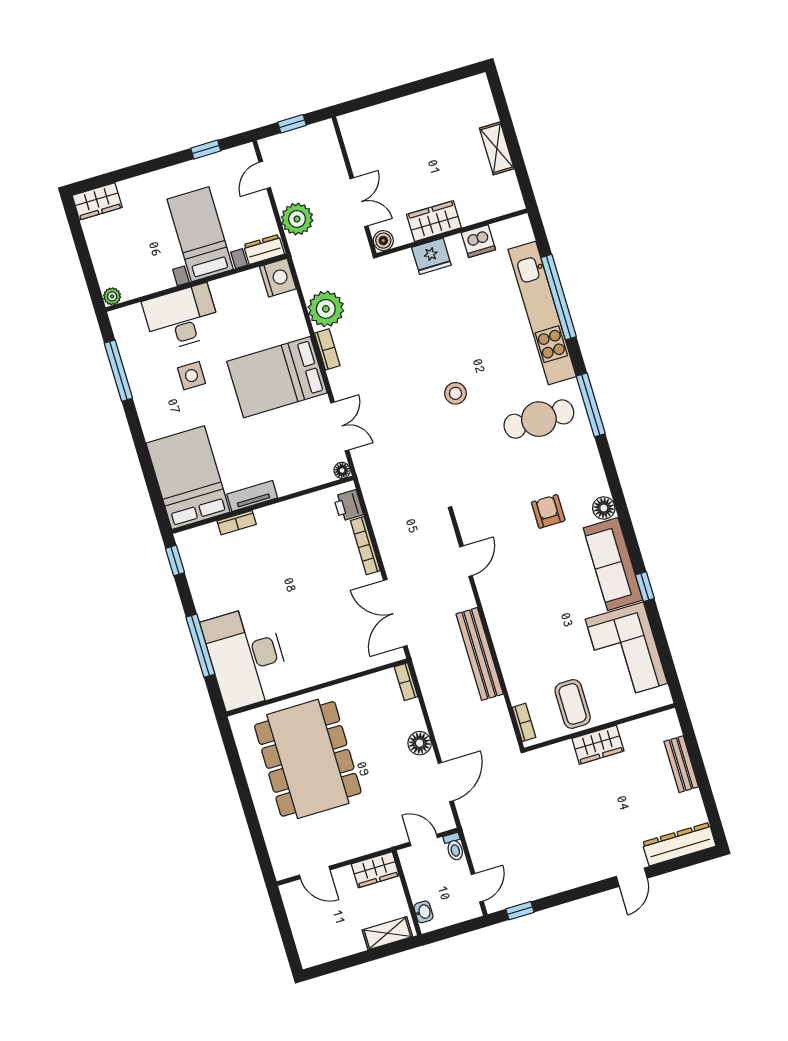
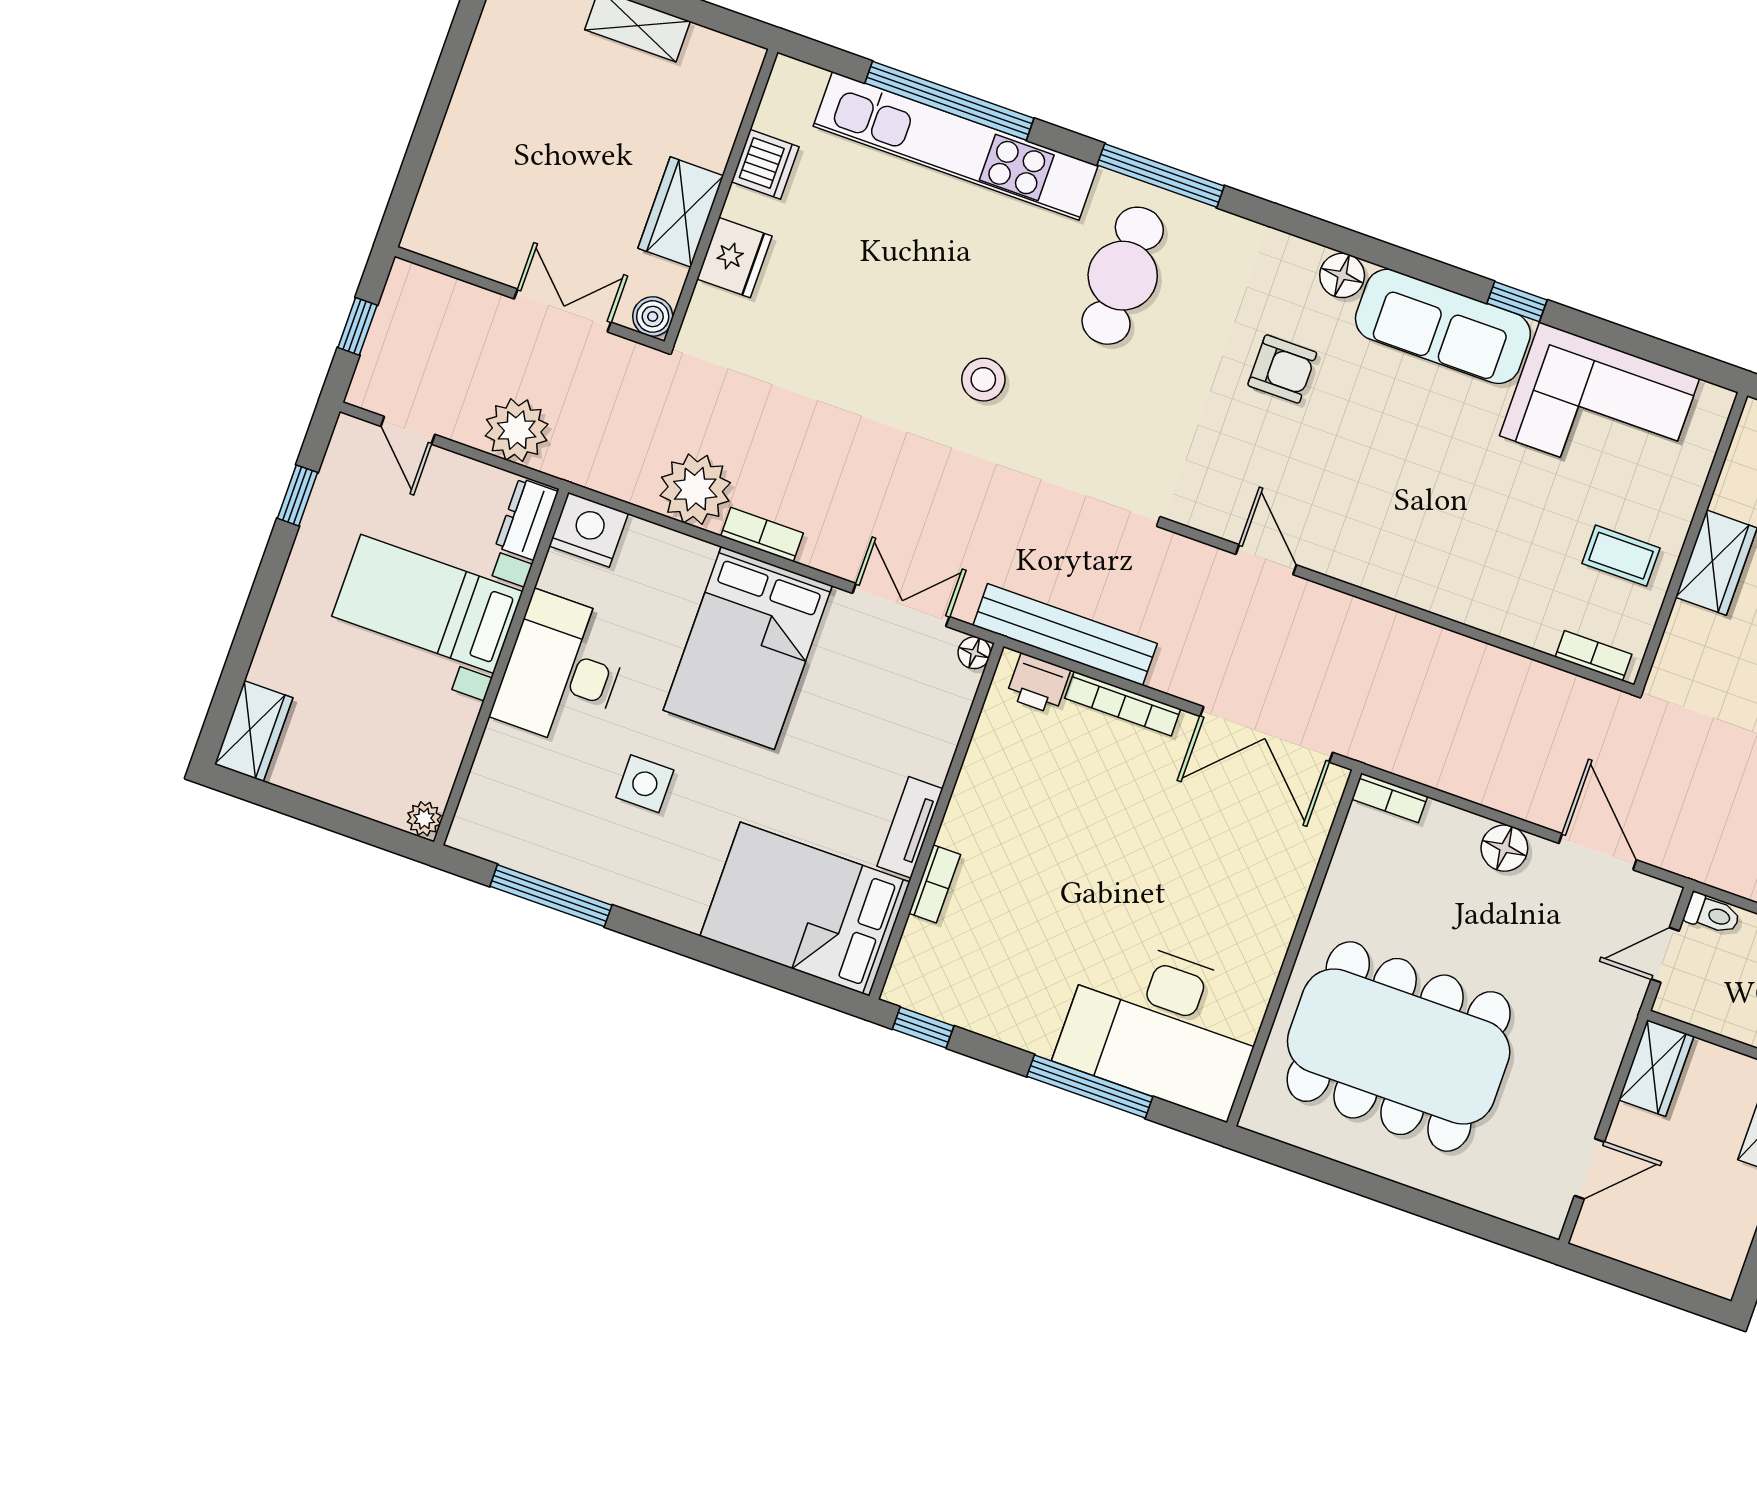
desk: (182, 318) -> (562, 670), moved
armchair: (548, 511) -> (1282, 369), turned 180
bench: (480, 654) -> (1065, 634), moved
coffee table: (573, 704) -> (1621, 556), width x0.73, depth x0.77

